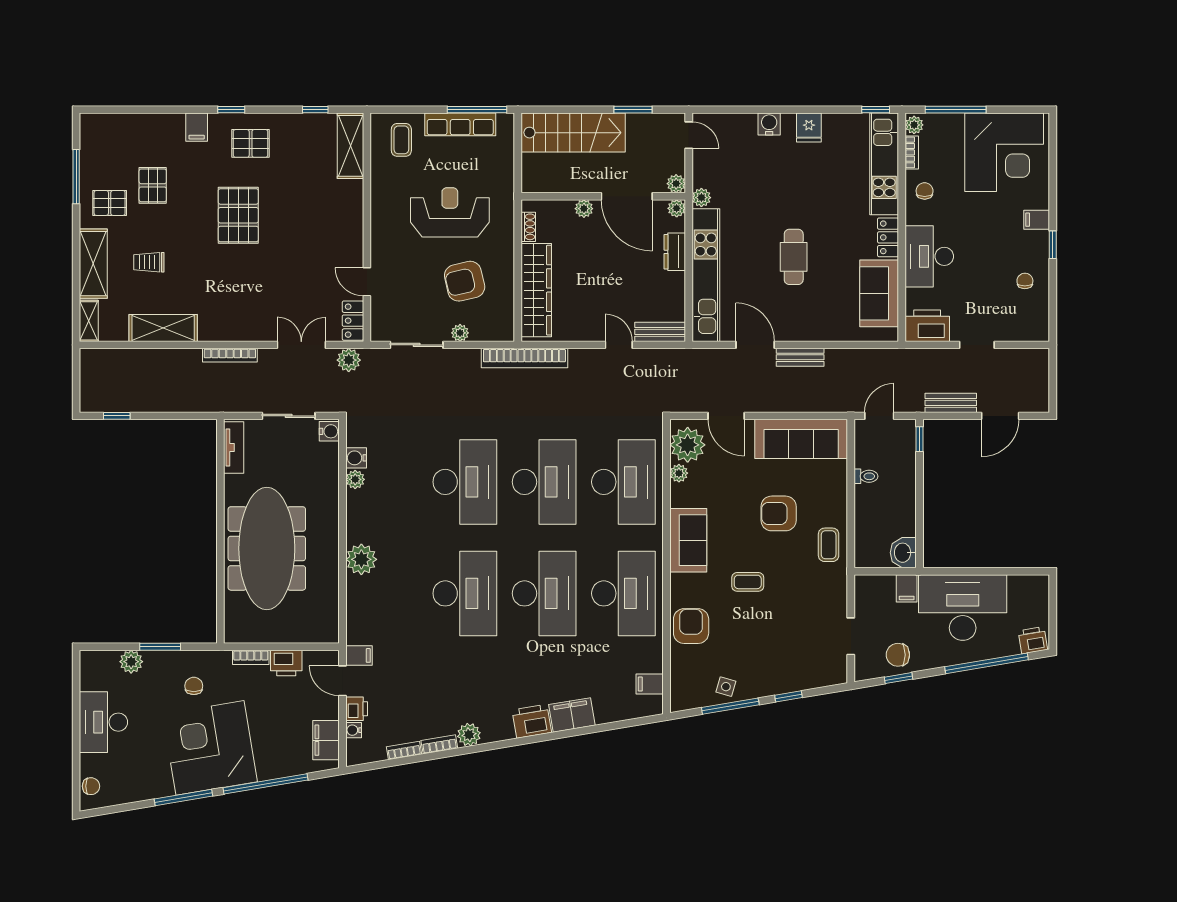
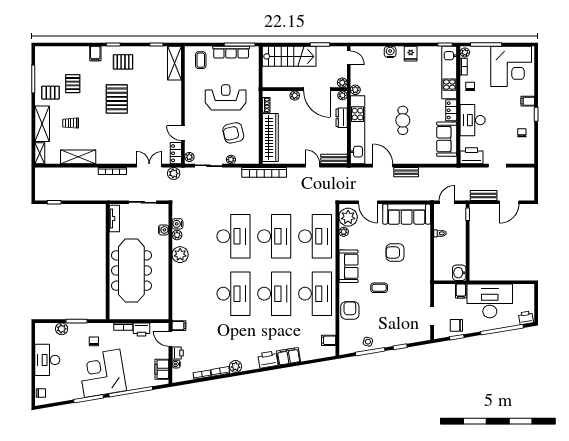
plant: (379, 328) -> (189, 157), added
water cooler: (329, 431) -> (164, 230), moved
coffee table: (829, 545) -> (421, 269), removed
plant: (361, 559) -> (180, 255), moved

